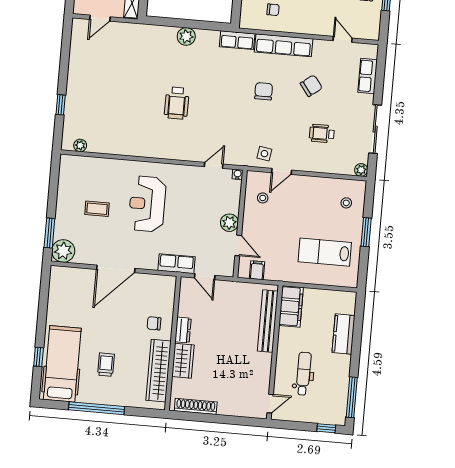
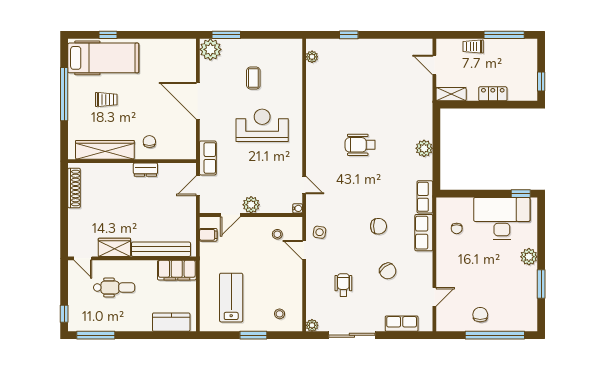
row of seats: (284, 45) -> (424, 233), width x0.68
kitchen counter: (343, 334) -> (171, 322), moved
wardrobe: (183, 361) -> (114, 247), moved, turned 180

